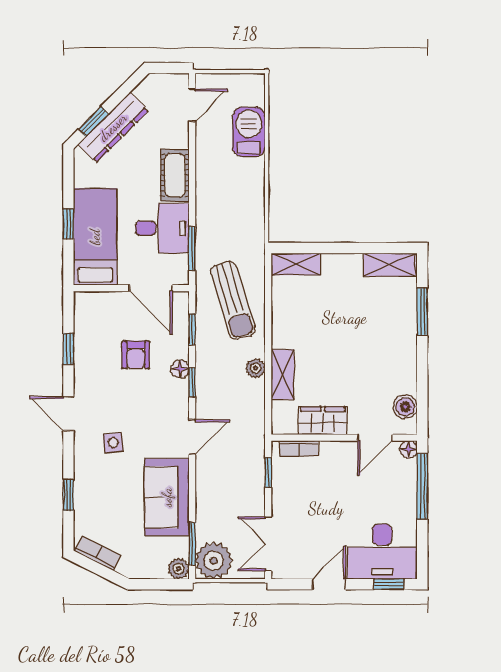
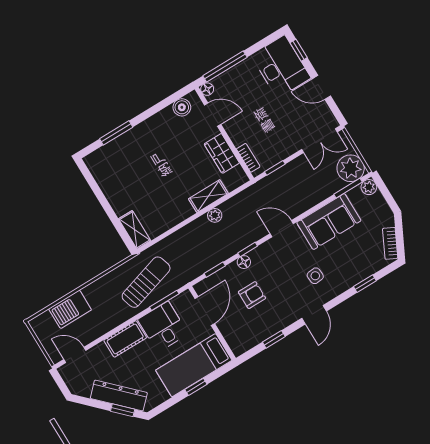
shelving: (389, 265) -> (99, 171), removed
sun lounger: (233, 301) -> (146, 282), moved

